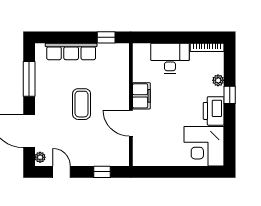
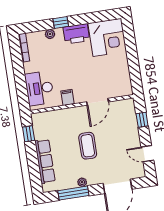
desk: (170, 58) -> (39, 88), moved
filing cabinet: (141, 96) -> (68, 97), width x0.50
coffee table: (82, 104) -> (88, 146), turned 90
plant: (40, 157) -> (82, 182), moved
door: (62, 172) -> (147, 154), hinge flipped

